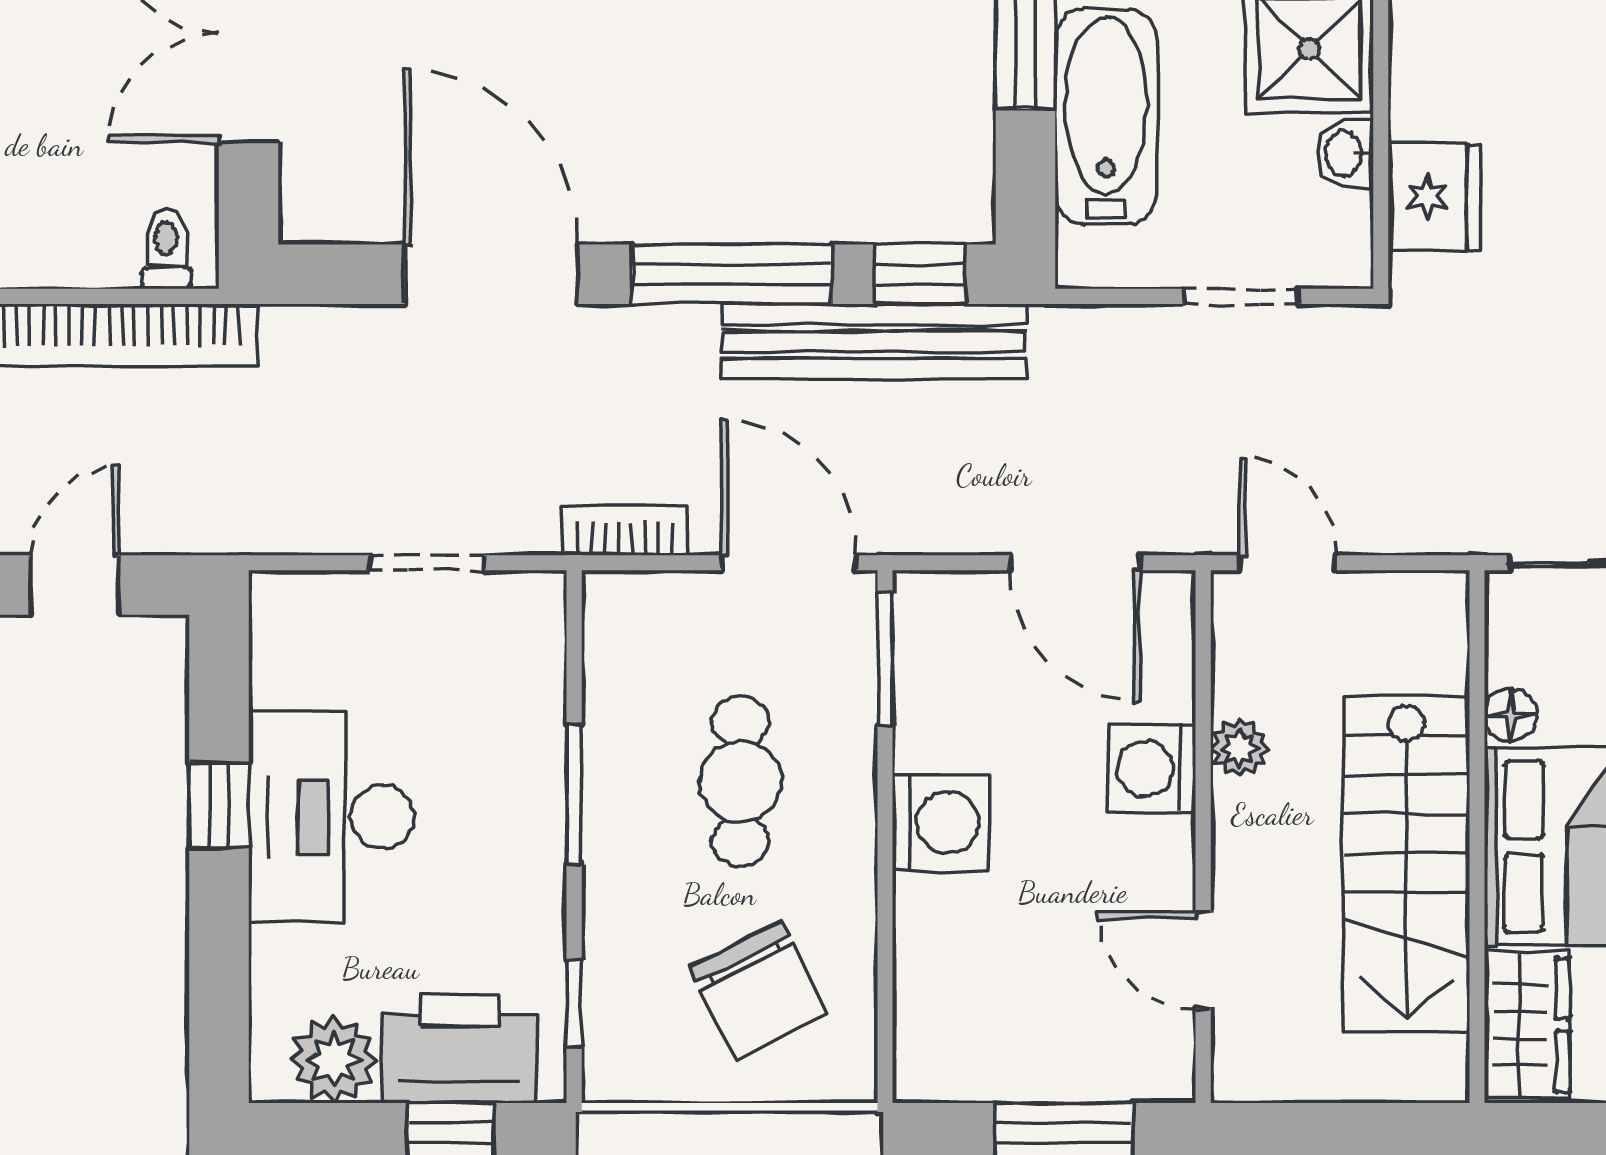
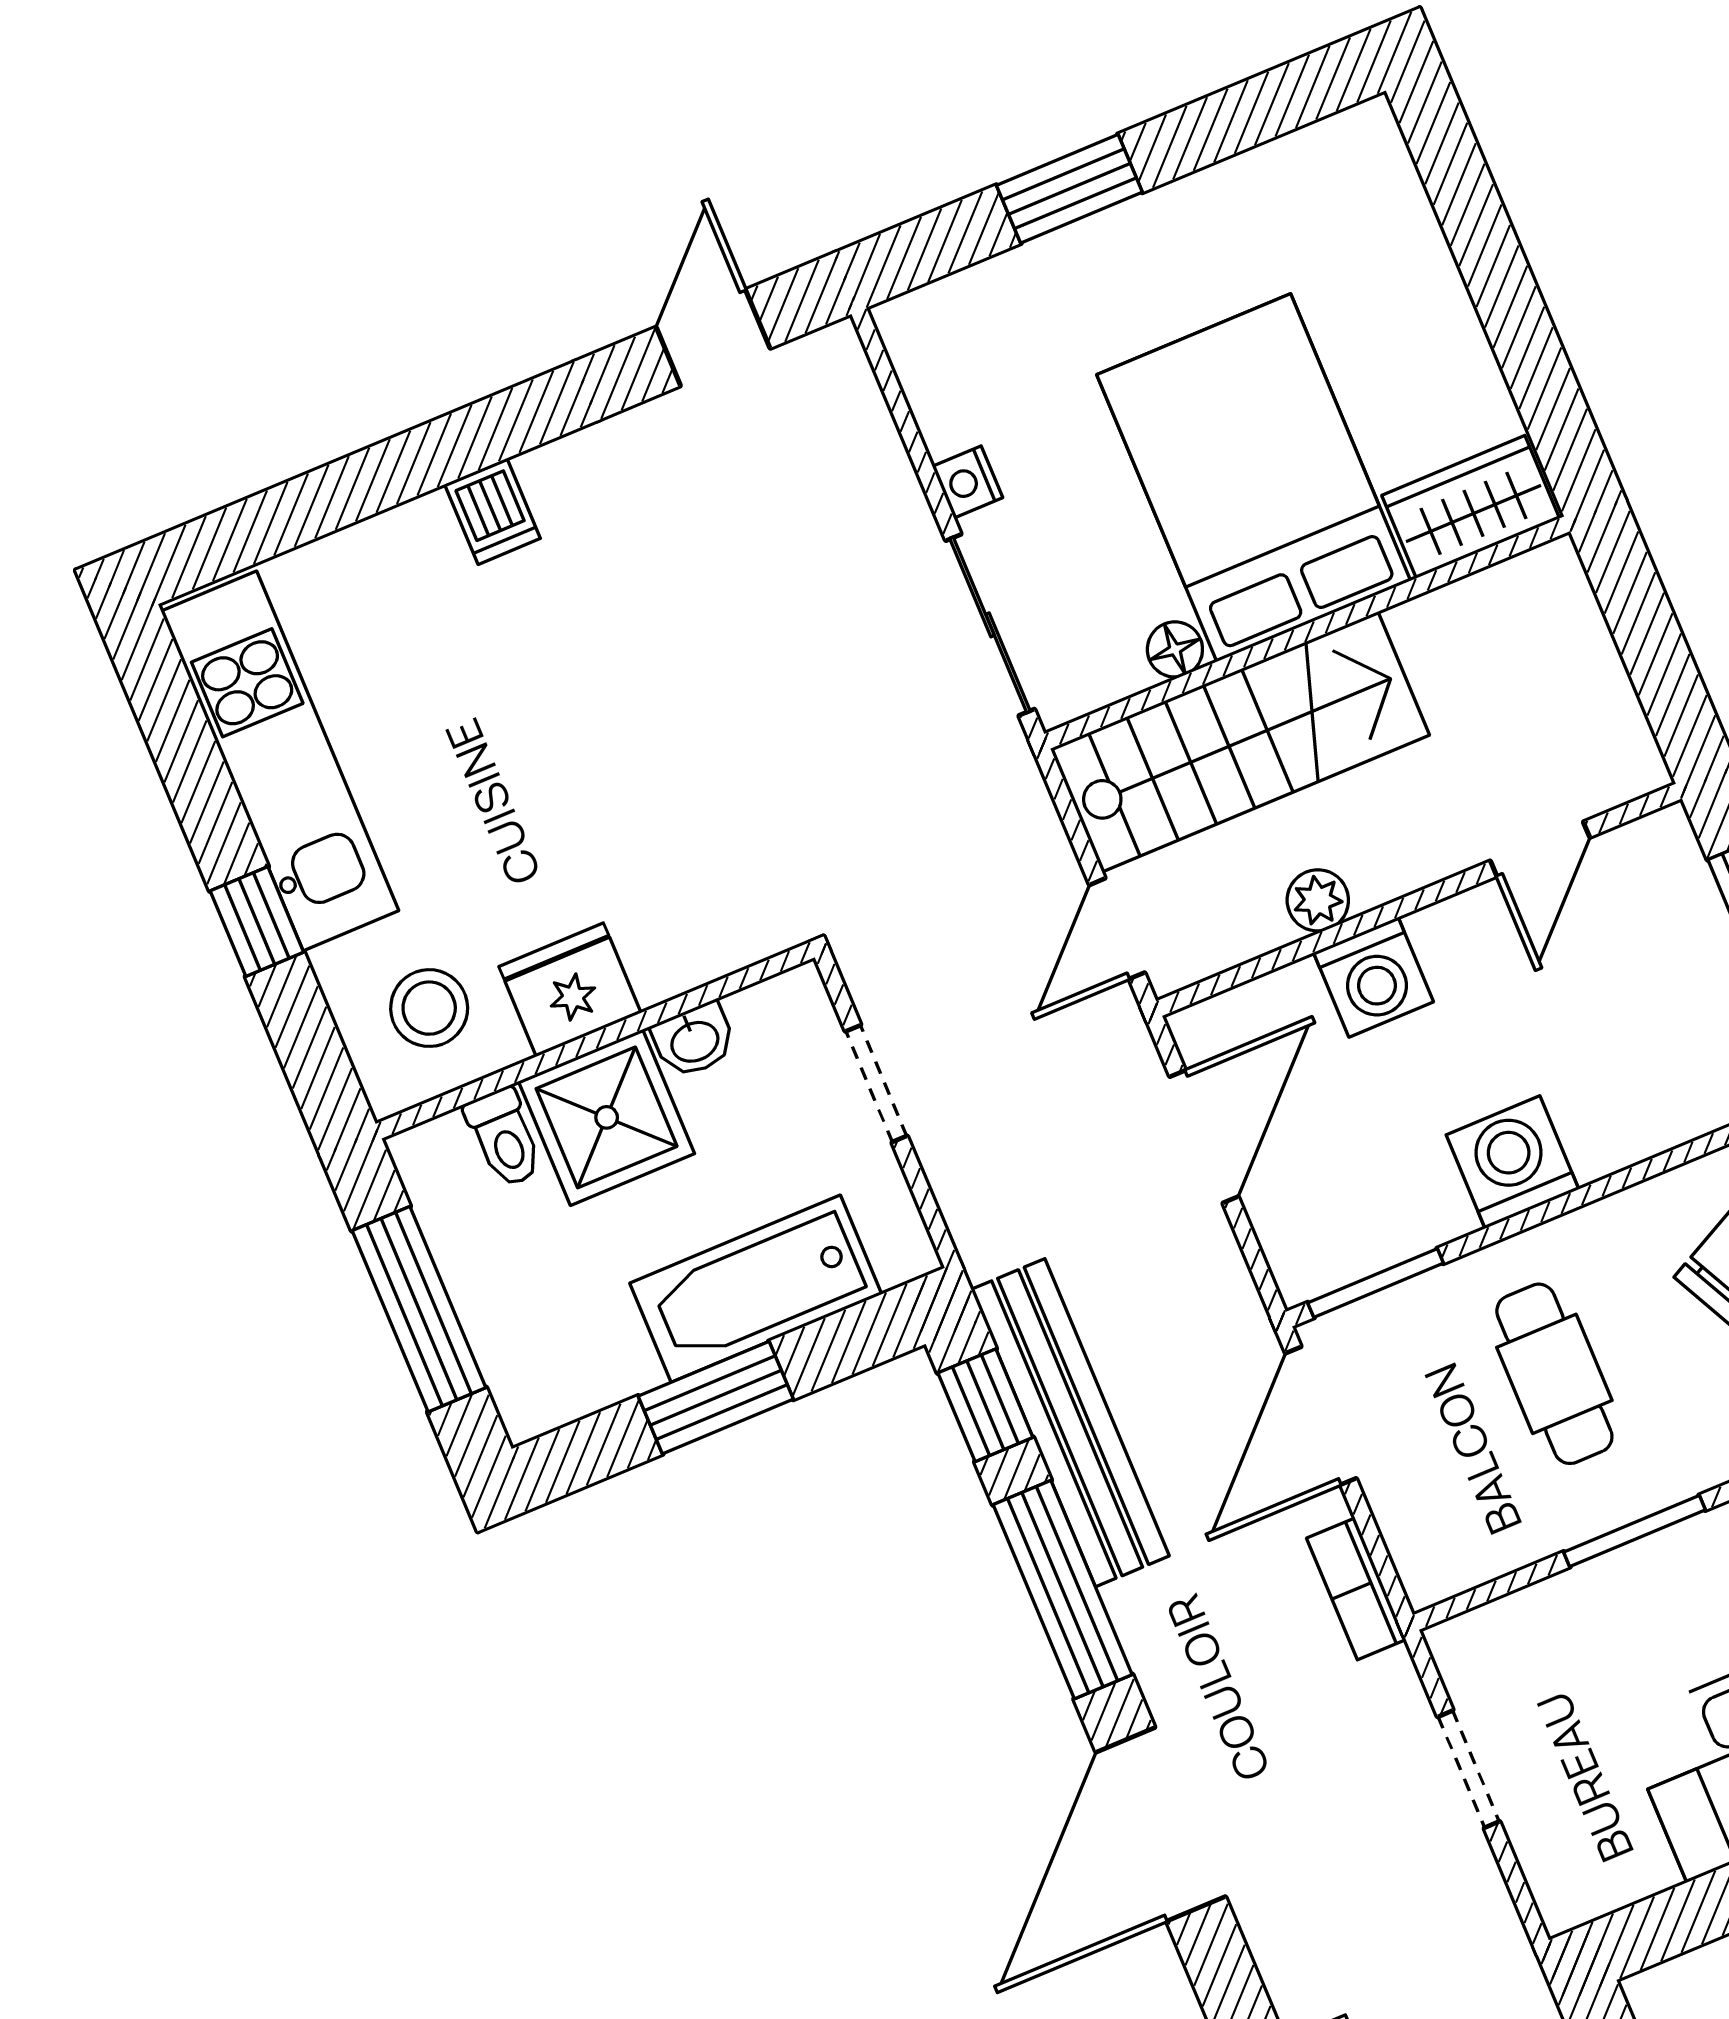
fridge: (1434, 197) -> (570, 990), moved
cafe table: (740, 782) -> (1554, 1374), turned 90
stairs: (1406, 864) -> (1240, 742), moved

